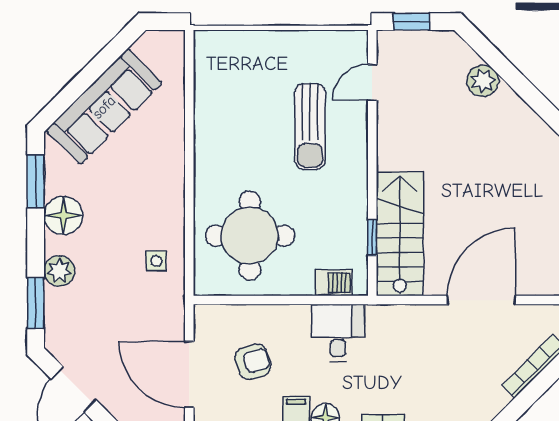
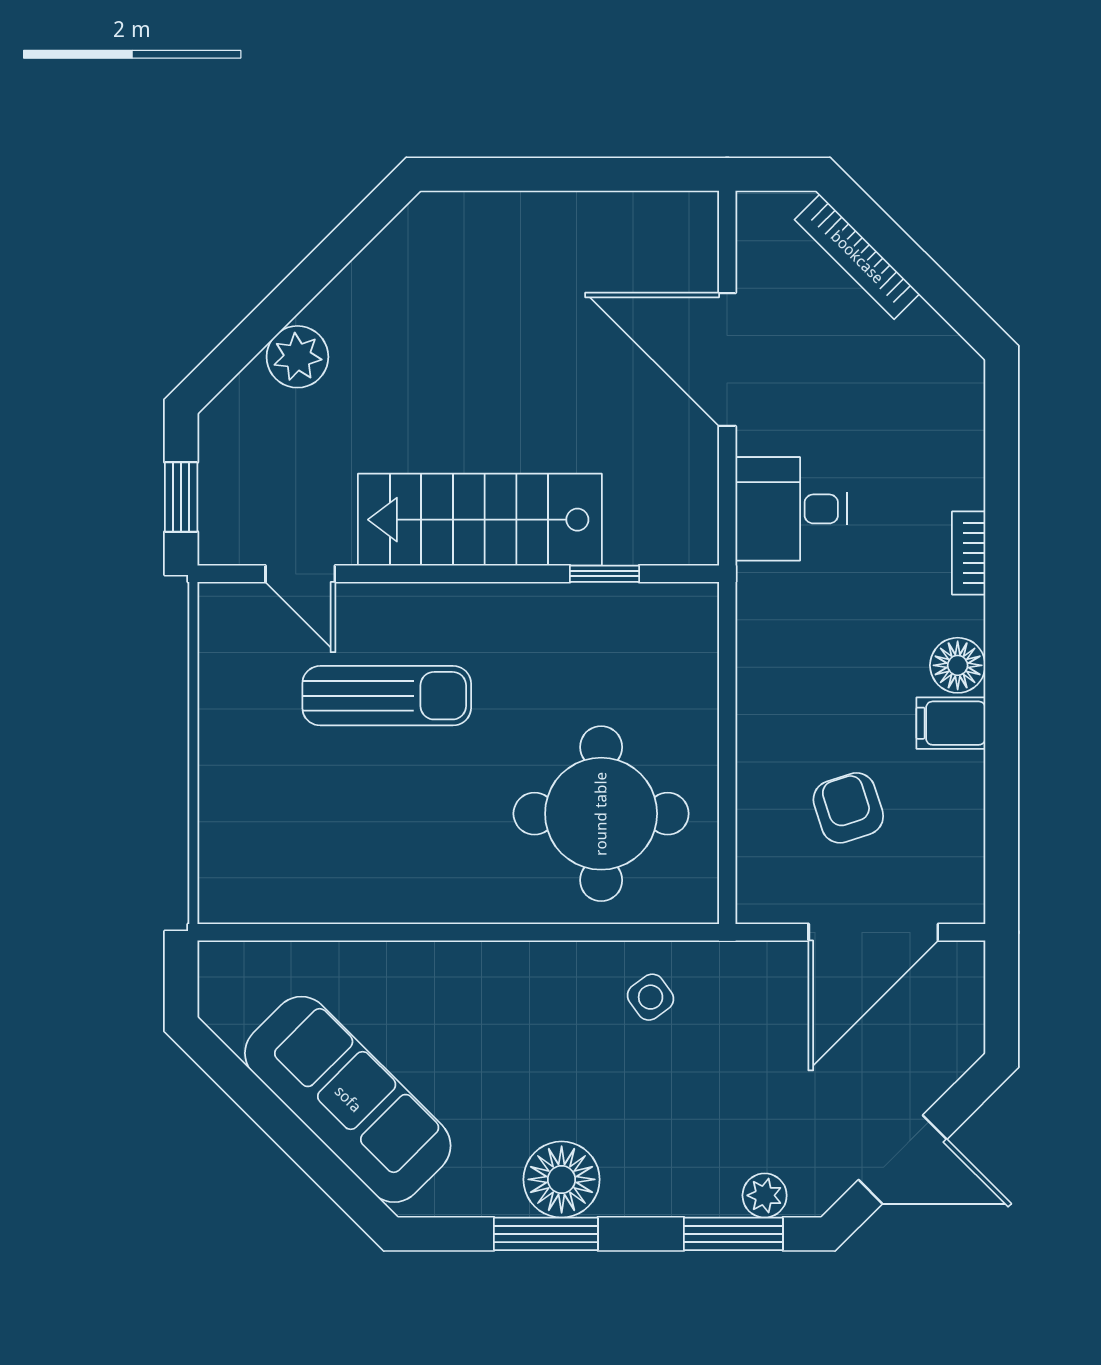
window: (36, 181) -> (546, 1234), moved
stairs: (400, 234) -> (480, 520), moved
side table: (156, 261) -> (651, 997), turned -36
plant: (59, 271) -> (765, 1195), moved, width x0.73, depth x0.73
barbecue: (334, 283) -> (693, 649), removed
desk: (338, 333) -> (791, 509), moved

